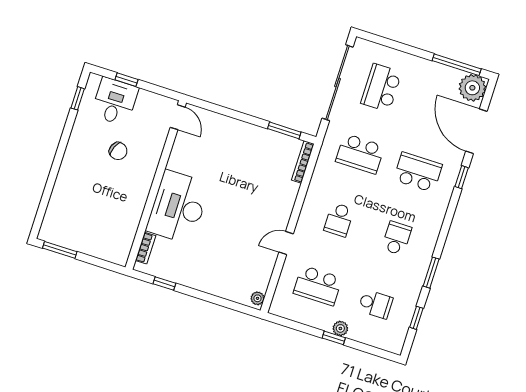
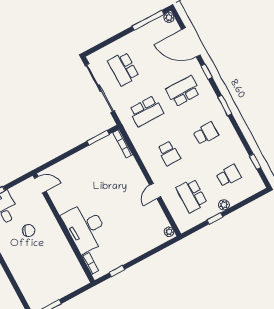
plant: (472, 88) -> (169, 17), width x0.53, depth x0.53
school desk: (397, 238) -> (206, 133), turned 90
window: (431, 273) -> (225, 105), moved
school desk: (318, 286) -> (192, 196), turned 90
window: (334, 338) -> (215, 218), moved

